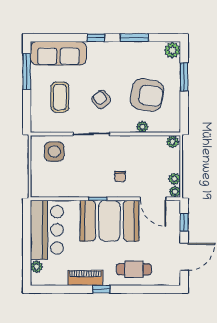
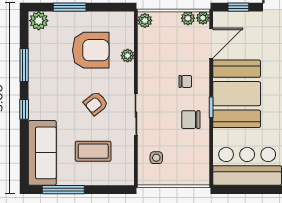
armchair: (147, 95) -> (91, 50), turned 80
side table: (54, 152) -> (156, 158), width x0.54, depth x0.54
chair: (87, 181) -> (191, 120), added

